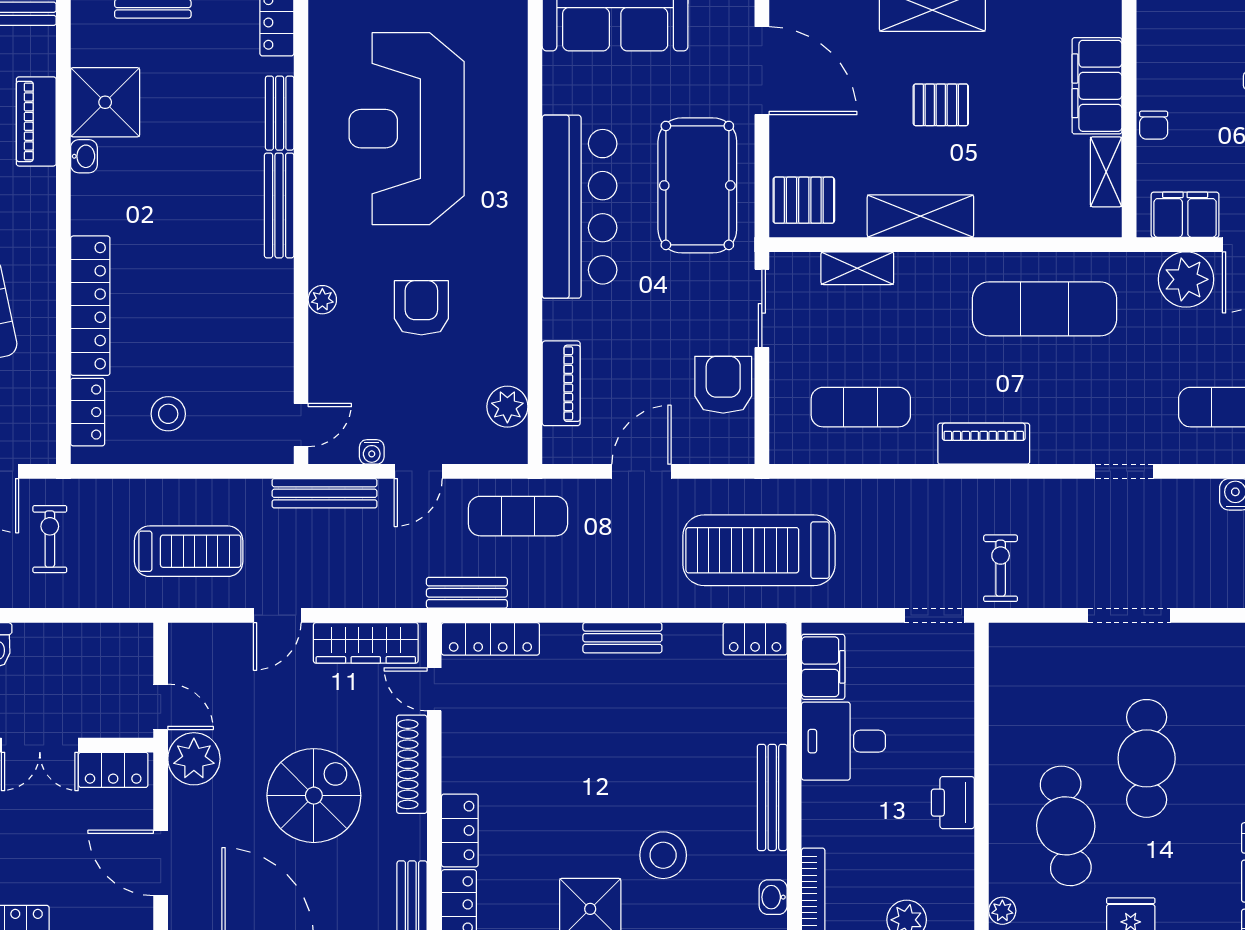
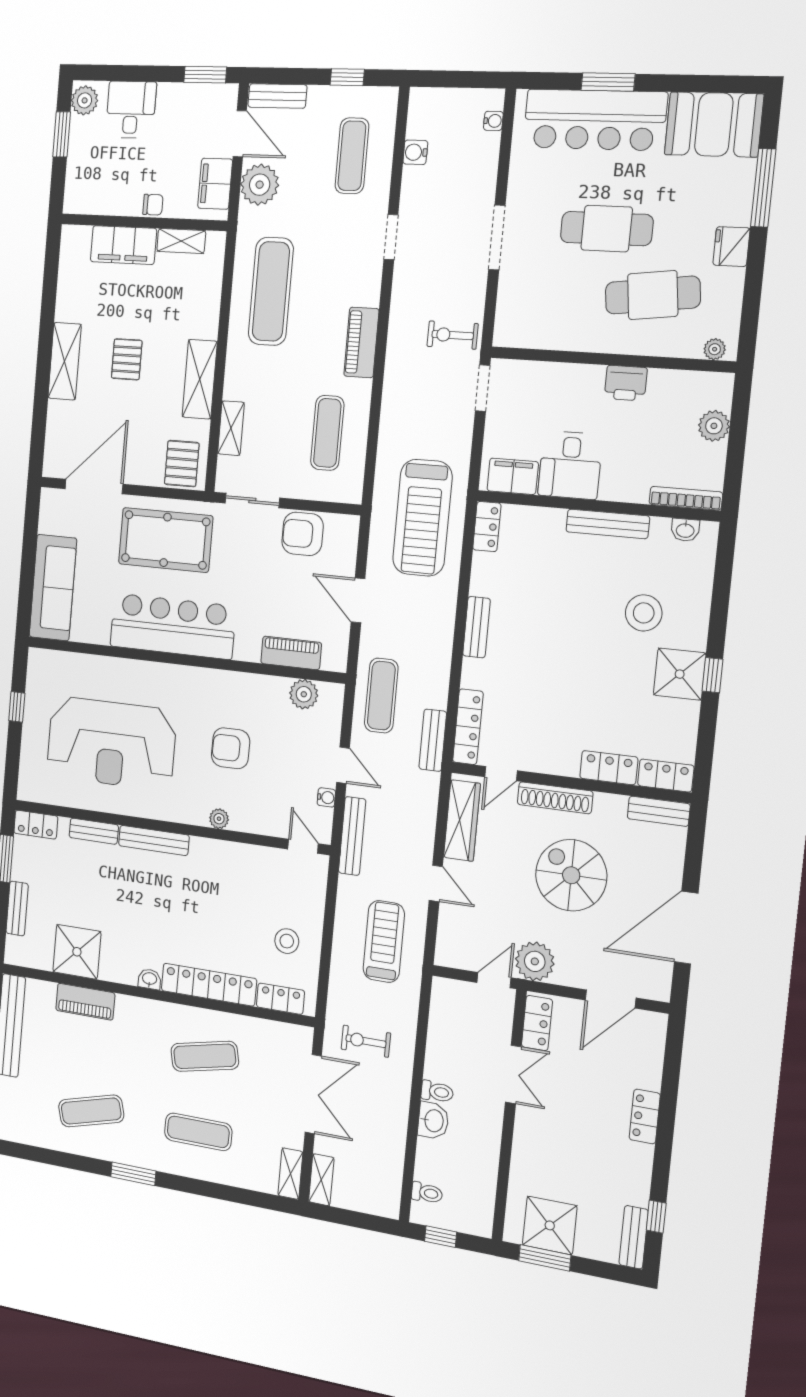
washbasin: (84, 156) -> (150, 979), moved

